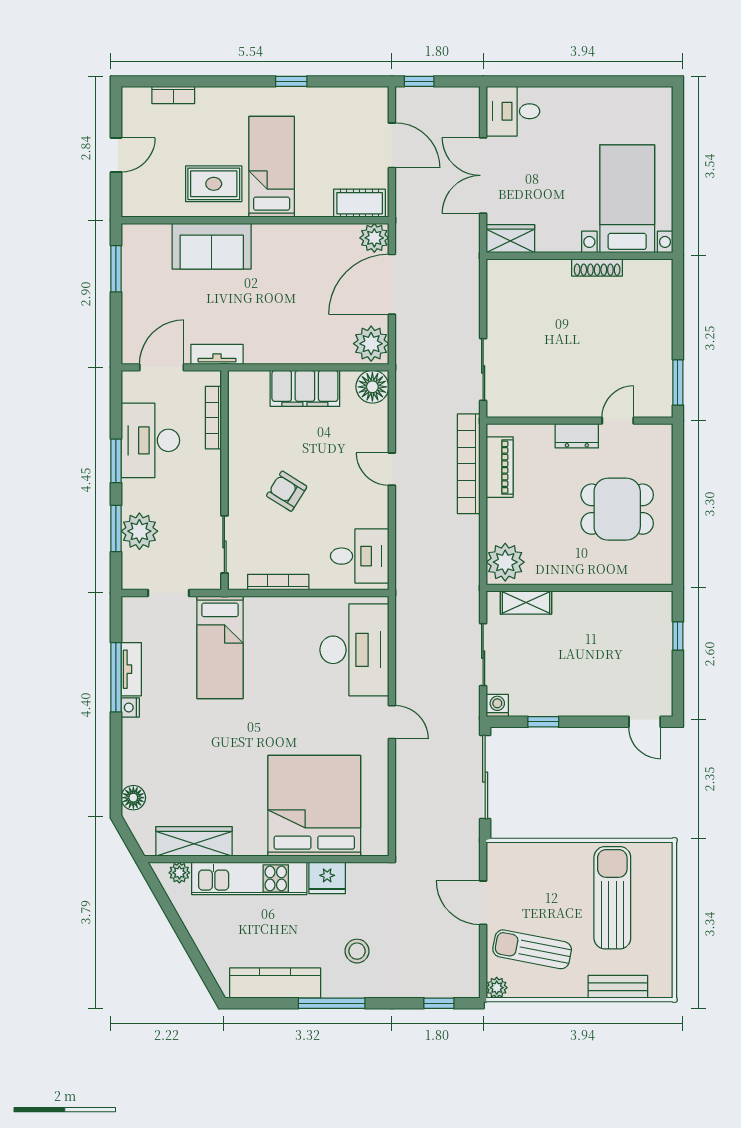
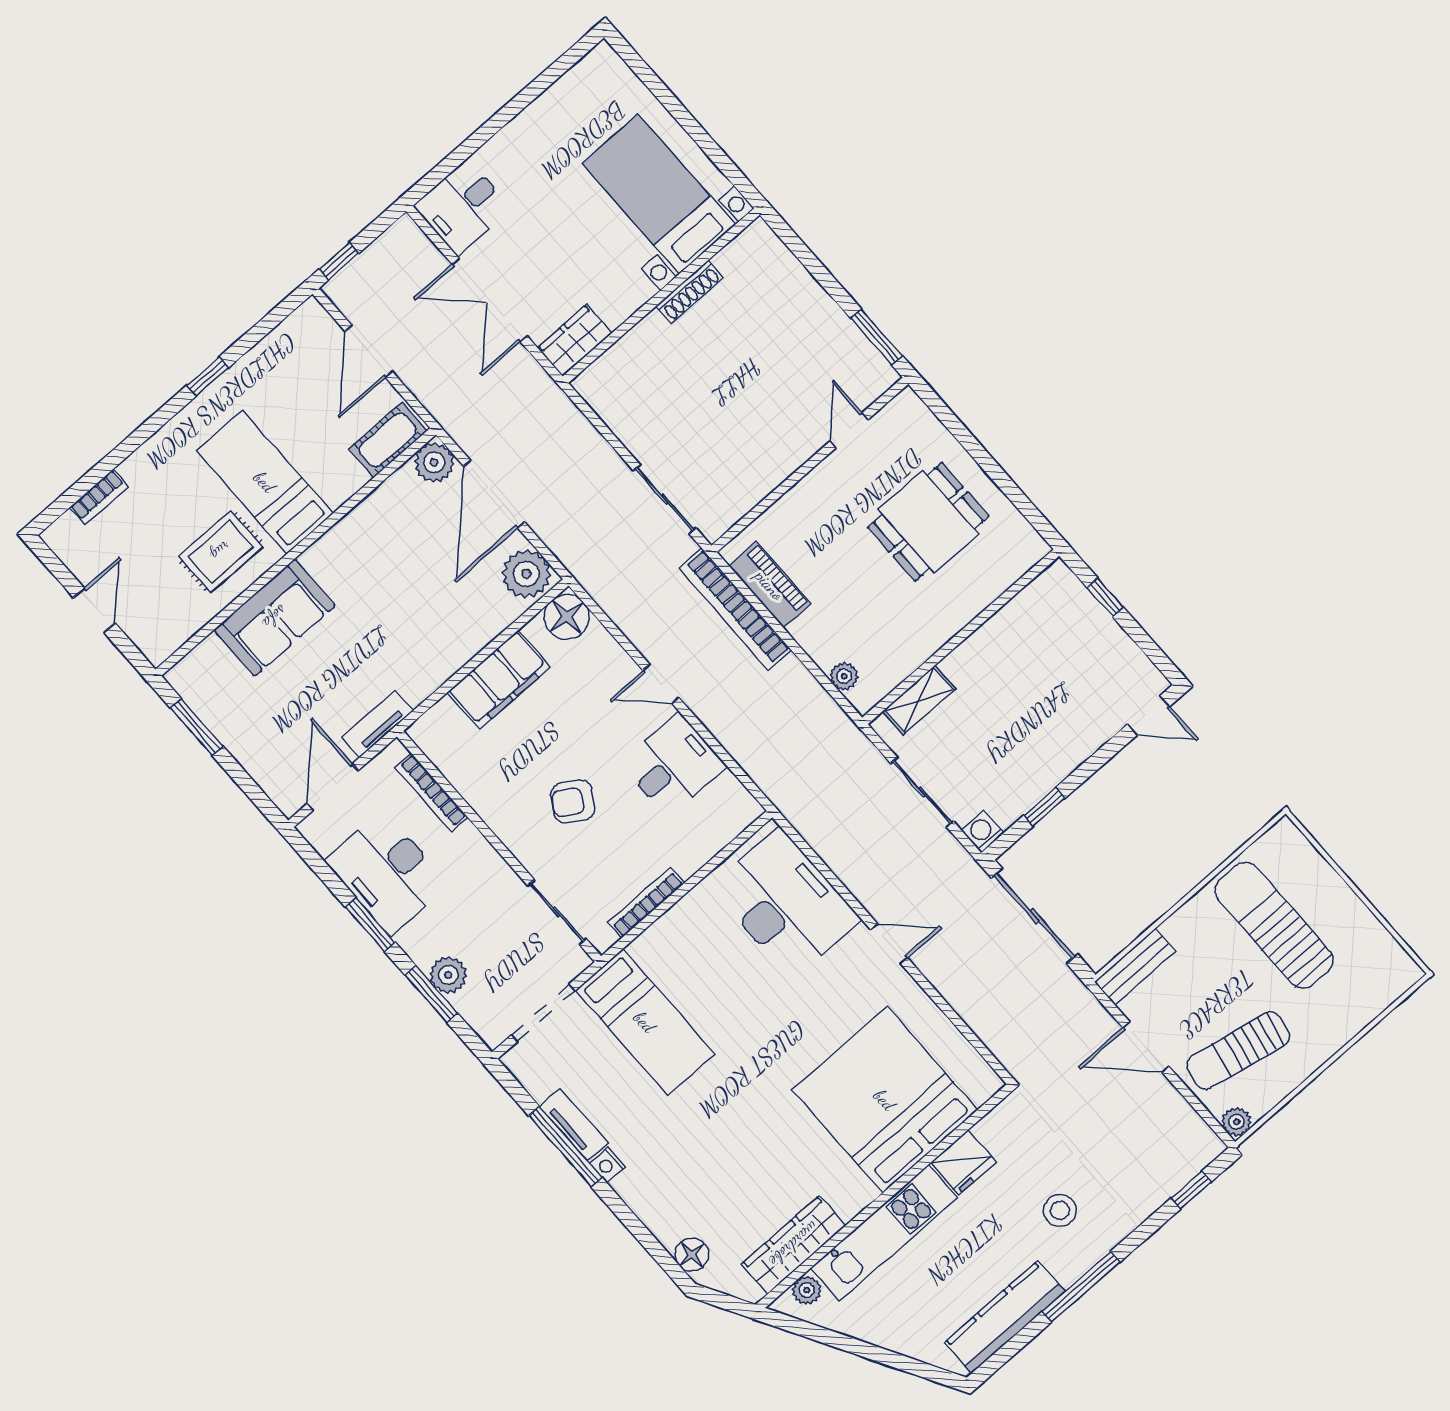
door: (392, 145) -> (369, 351), swing flipped
dresser: (577, 436) -> (821, 483), removed
plant: (139, 531) -> (448, 975), width x0.73, depth x0.73
desk: (360, 556) -> (673, 765), moved
plant: (505, 562) -> (844, 676), width x0.53, depth x0.53
doorway: (168, 593) -> (543, 1013), width x1.38
bench: (618, 987) -> (1135, 967), moved

